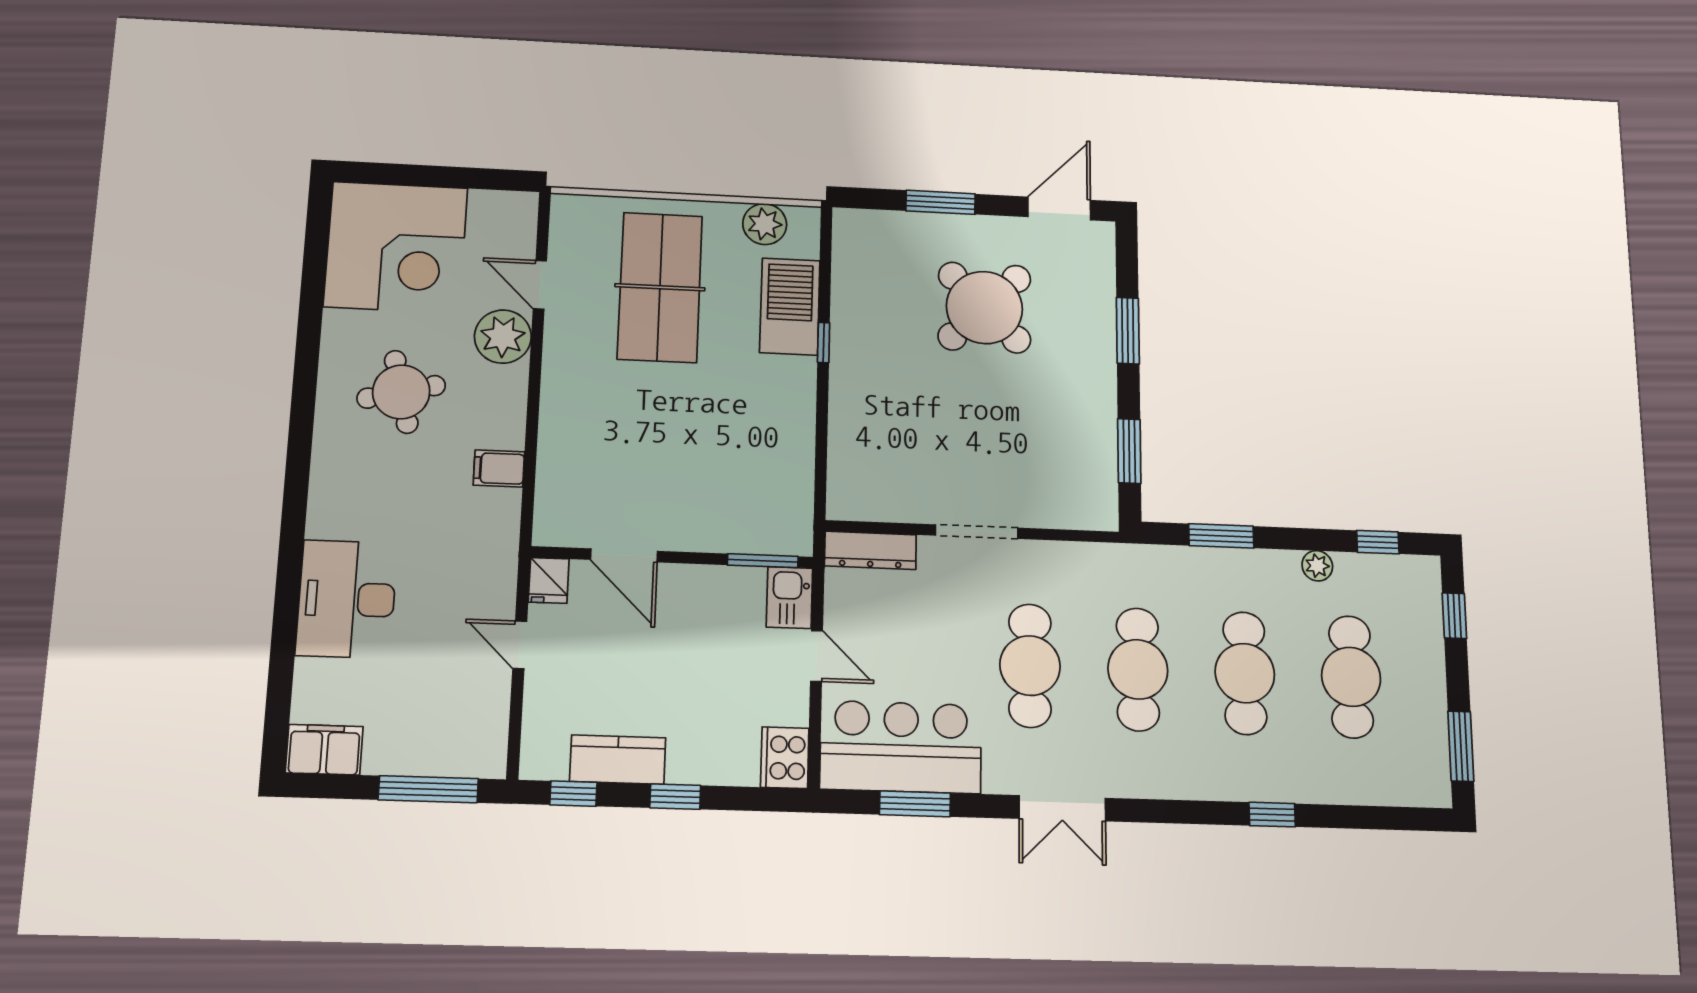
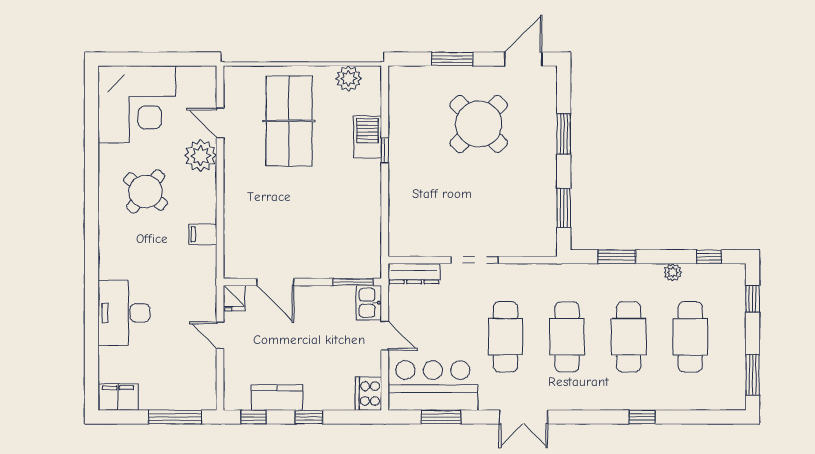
barbecue: (790, 307) -> (368, 137), width x0.73, depth x0.83
round table: (401, 392) -> (146, 191), turned -37

